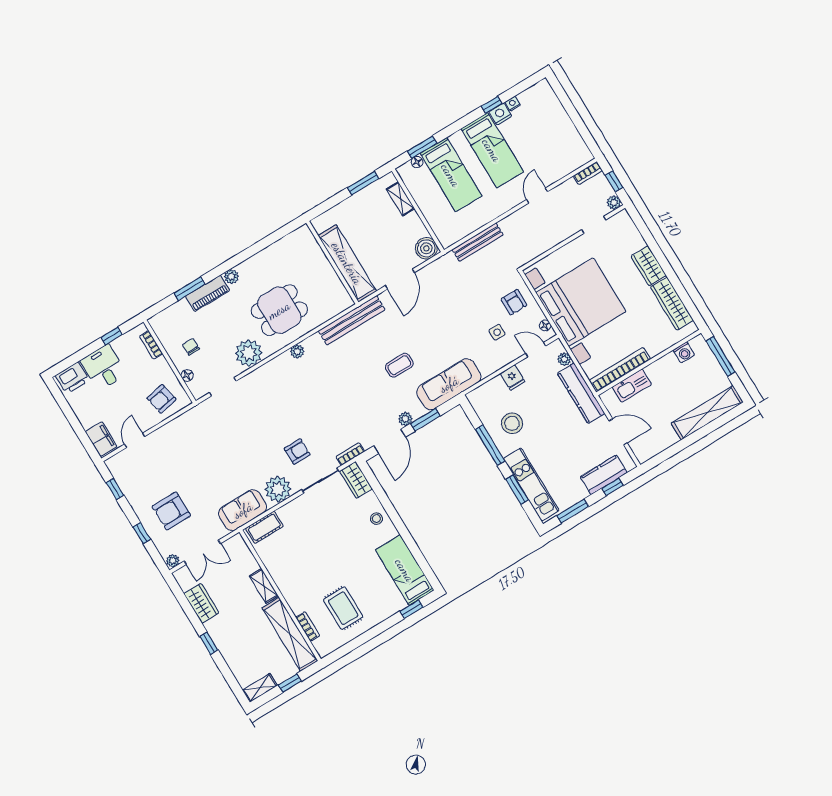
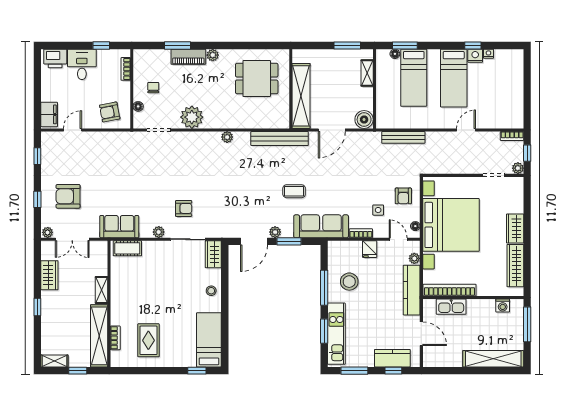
dining table: (279, 310) -> (257, 79), moved
bookcase: (350, 454) -> (361, 233), moved
plant: (278, 489) -> (159, 232), width x0.53, depth x0.53

